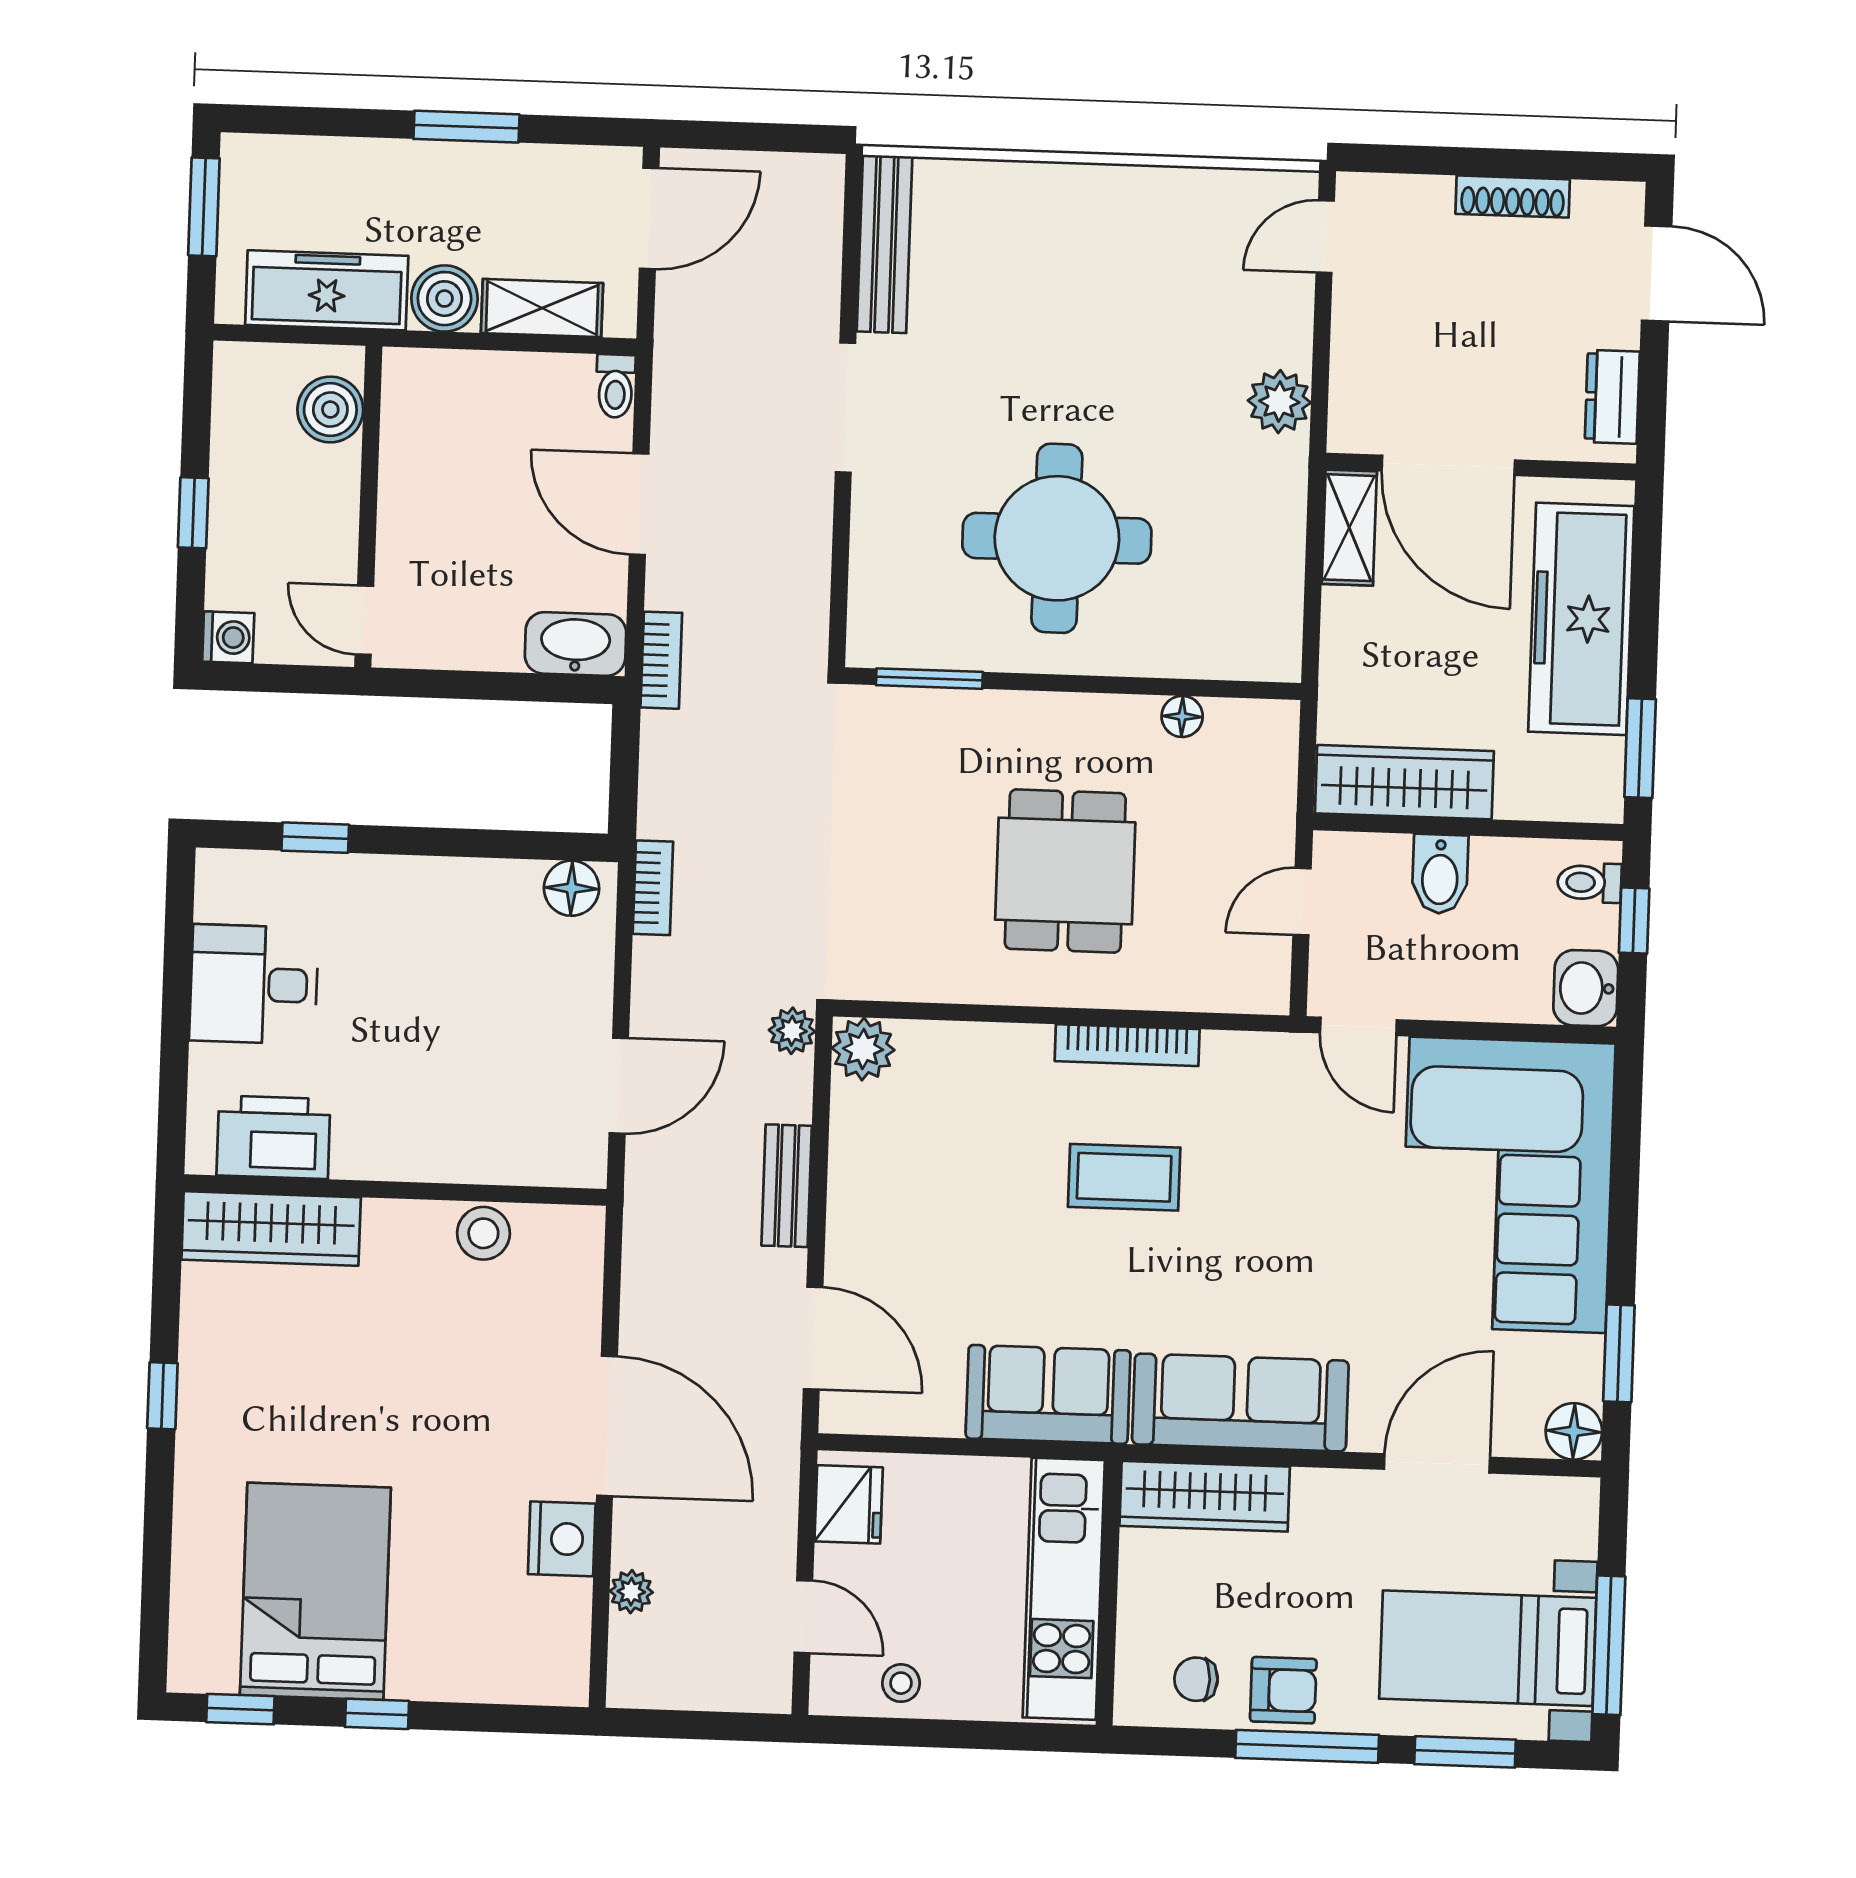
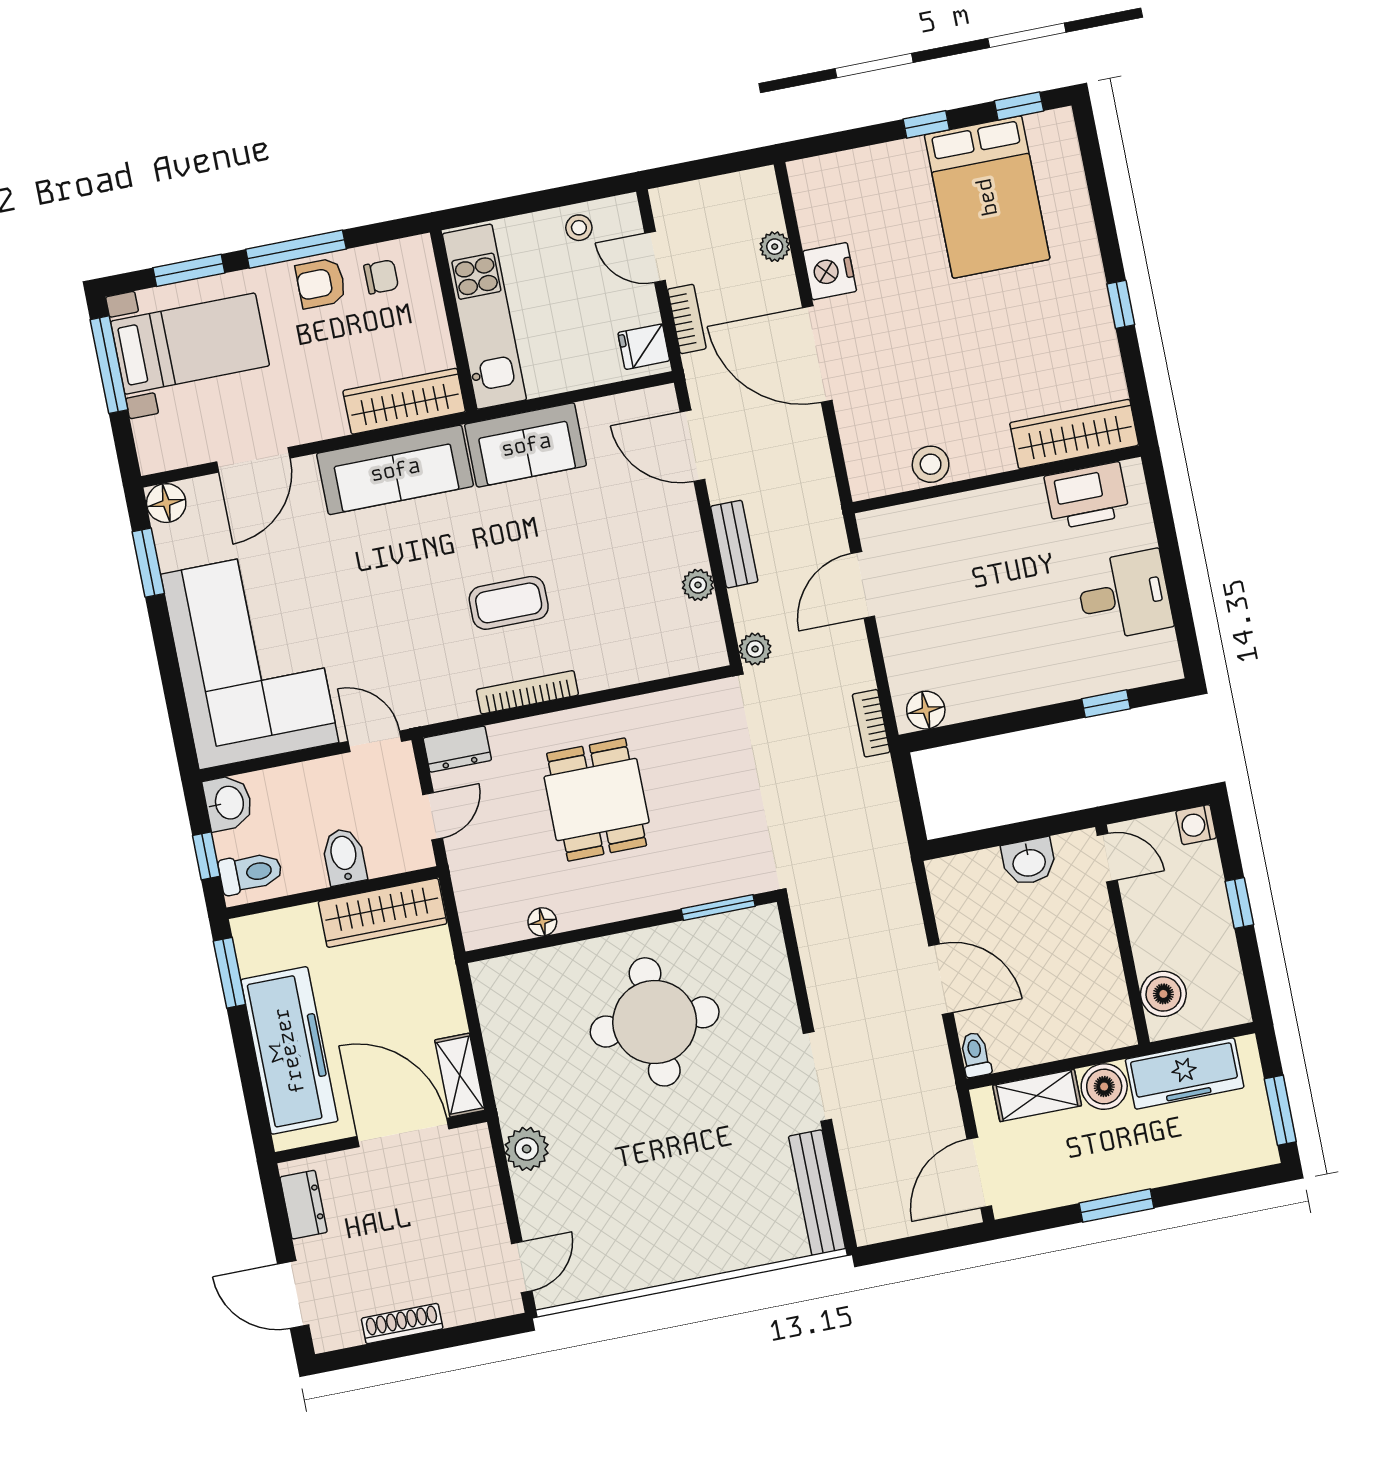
washbasin: (575, 644) -> (1029, 862), moved, width x0.72
bookcase: (661, 660) -> (687, 319), moved, turned 180
toilet: (1589, 883) -> (251, 873), width x1.37, depth x1.39
dresser: (1245, 988) -> (457, 749), added
plant: (863, 1049) -> (698, 585), moved, width x0.73, depth x0.73
fridge: (849, 1504) -> (644, 347), width x0.72

